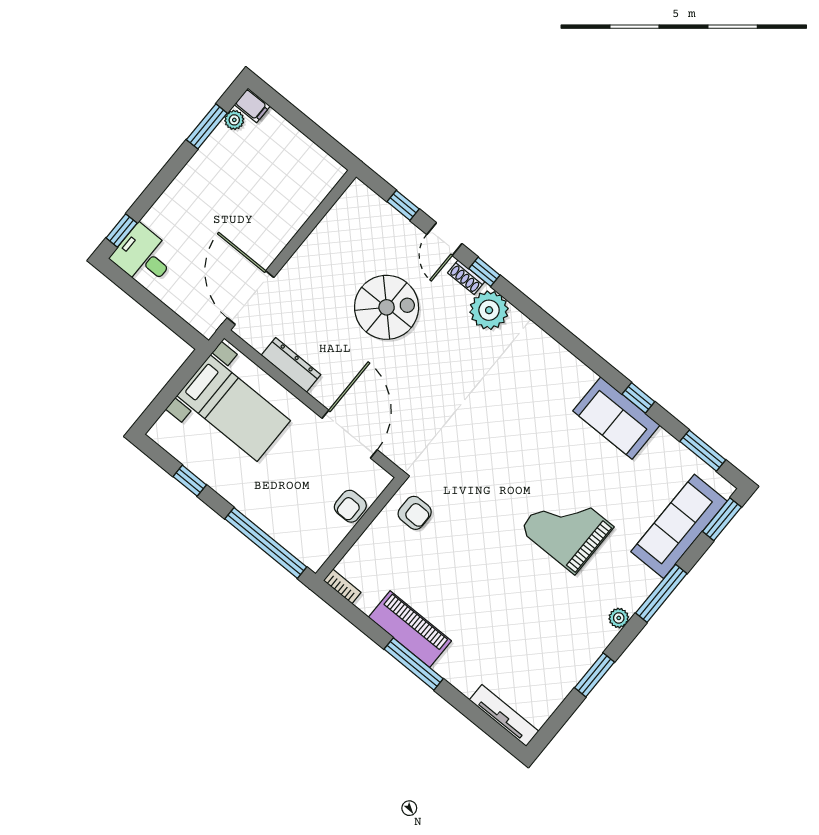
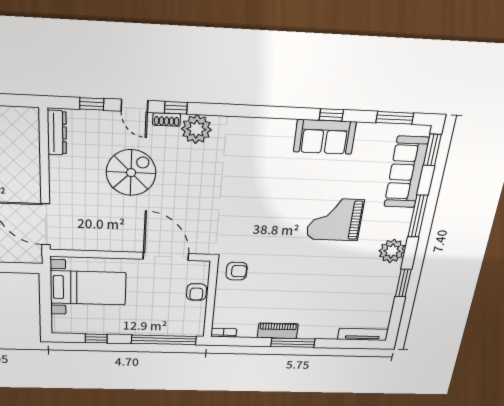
dresser: (291, 365) -> (57, 133), moved, turned 90
plant: (619, 618) -> (392, 251), width x1.87, depth x1.87
piano: (410, 629) -> (278, 331), width x0.73, depth x0.75

